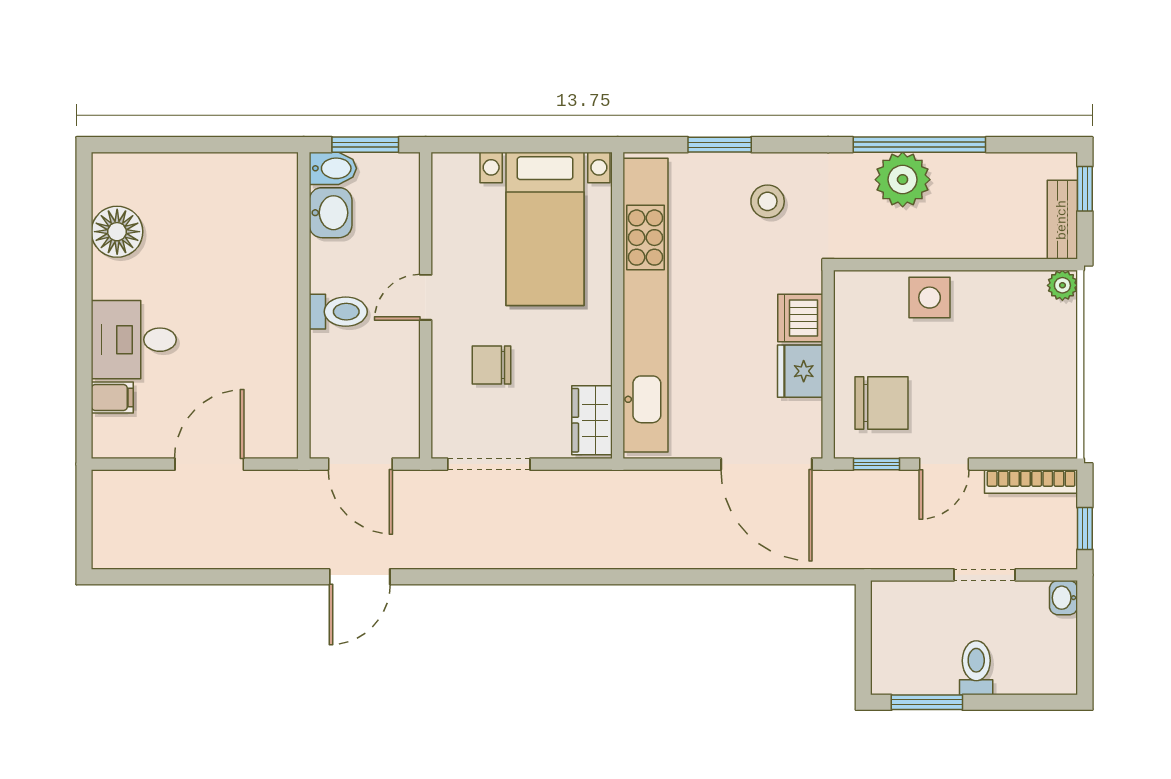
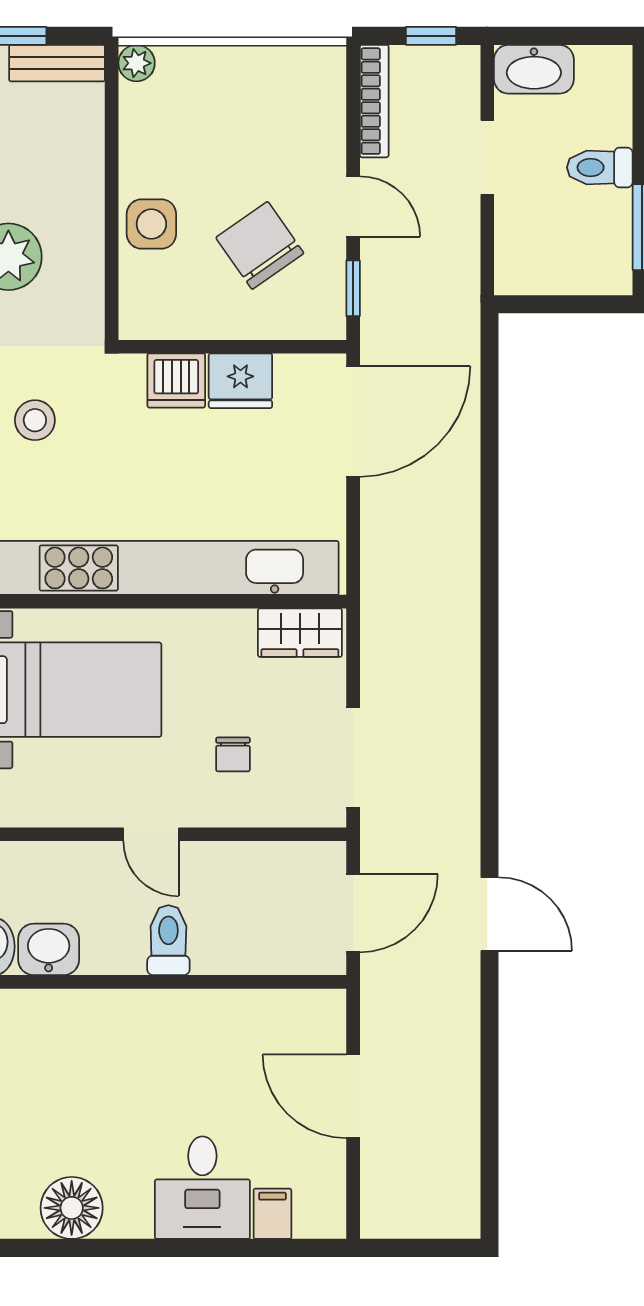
chair: (492, 365) -> (233, 754), width x0.73, depth x0.73
chair: (882, 403) -> (260, 245), moved, turned -35
washbasin: (1064, 598) -> (534, 69), width x1.91, depth x1.45

